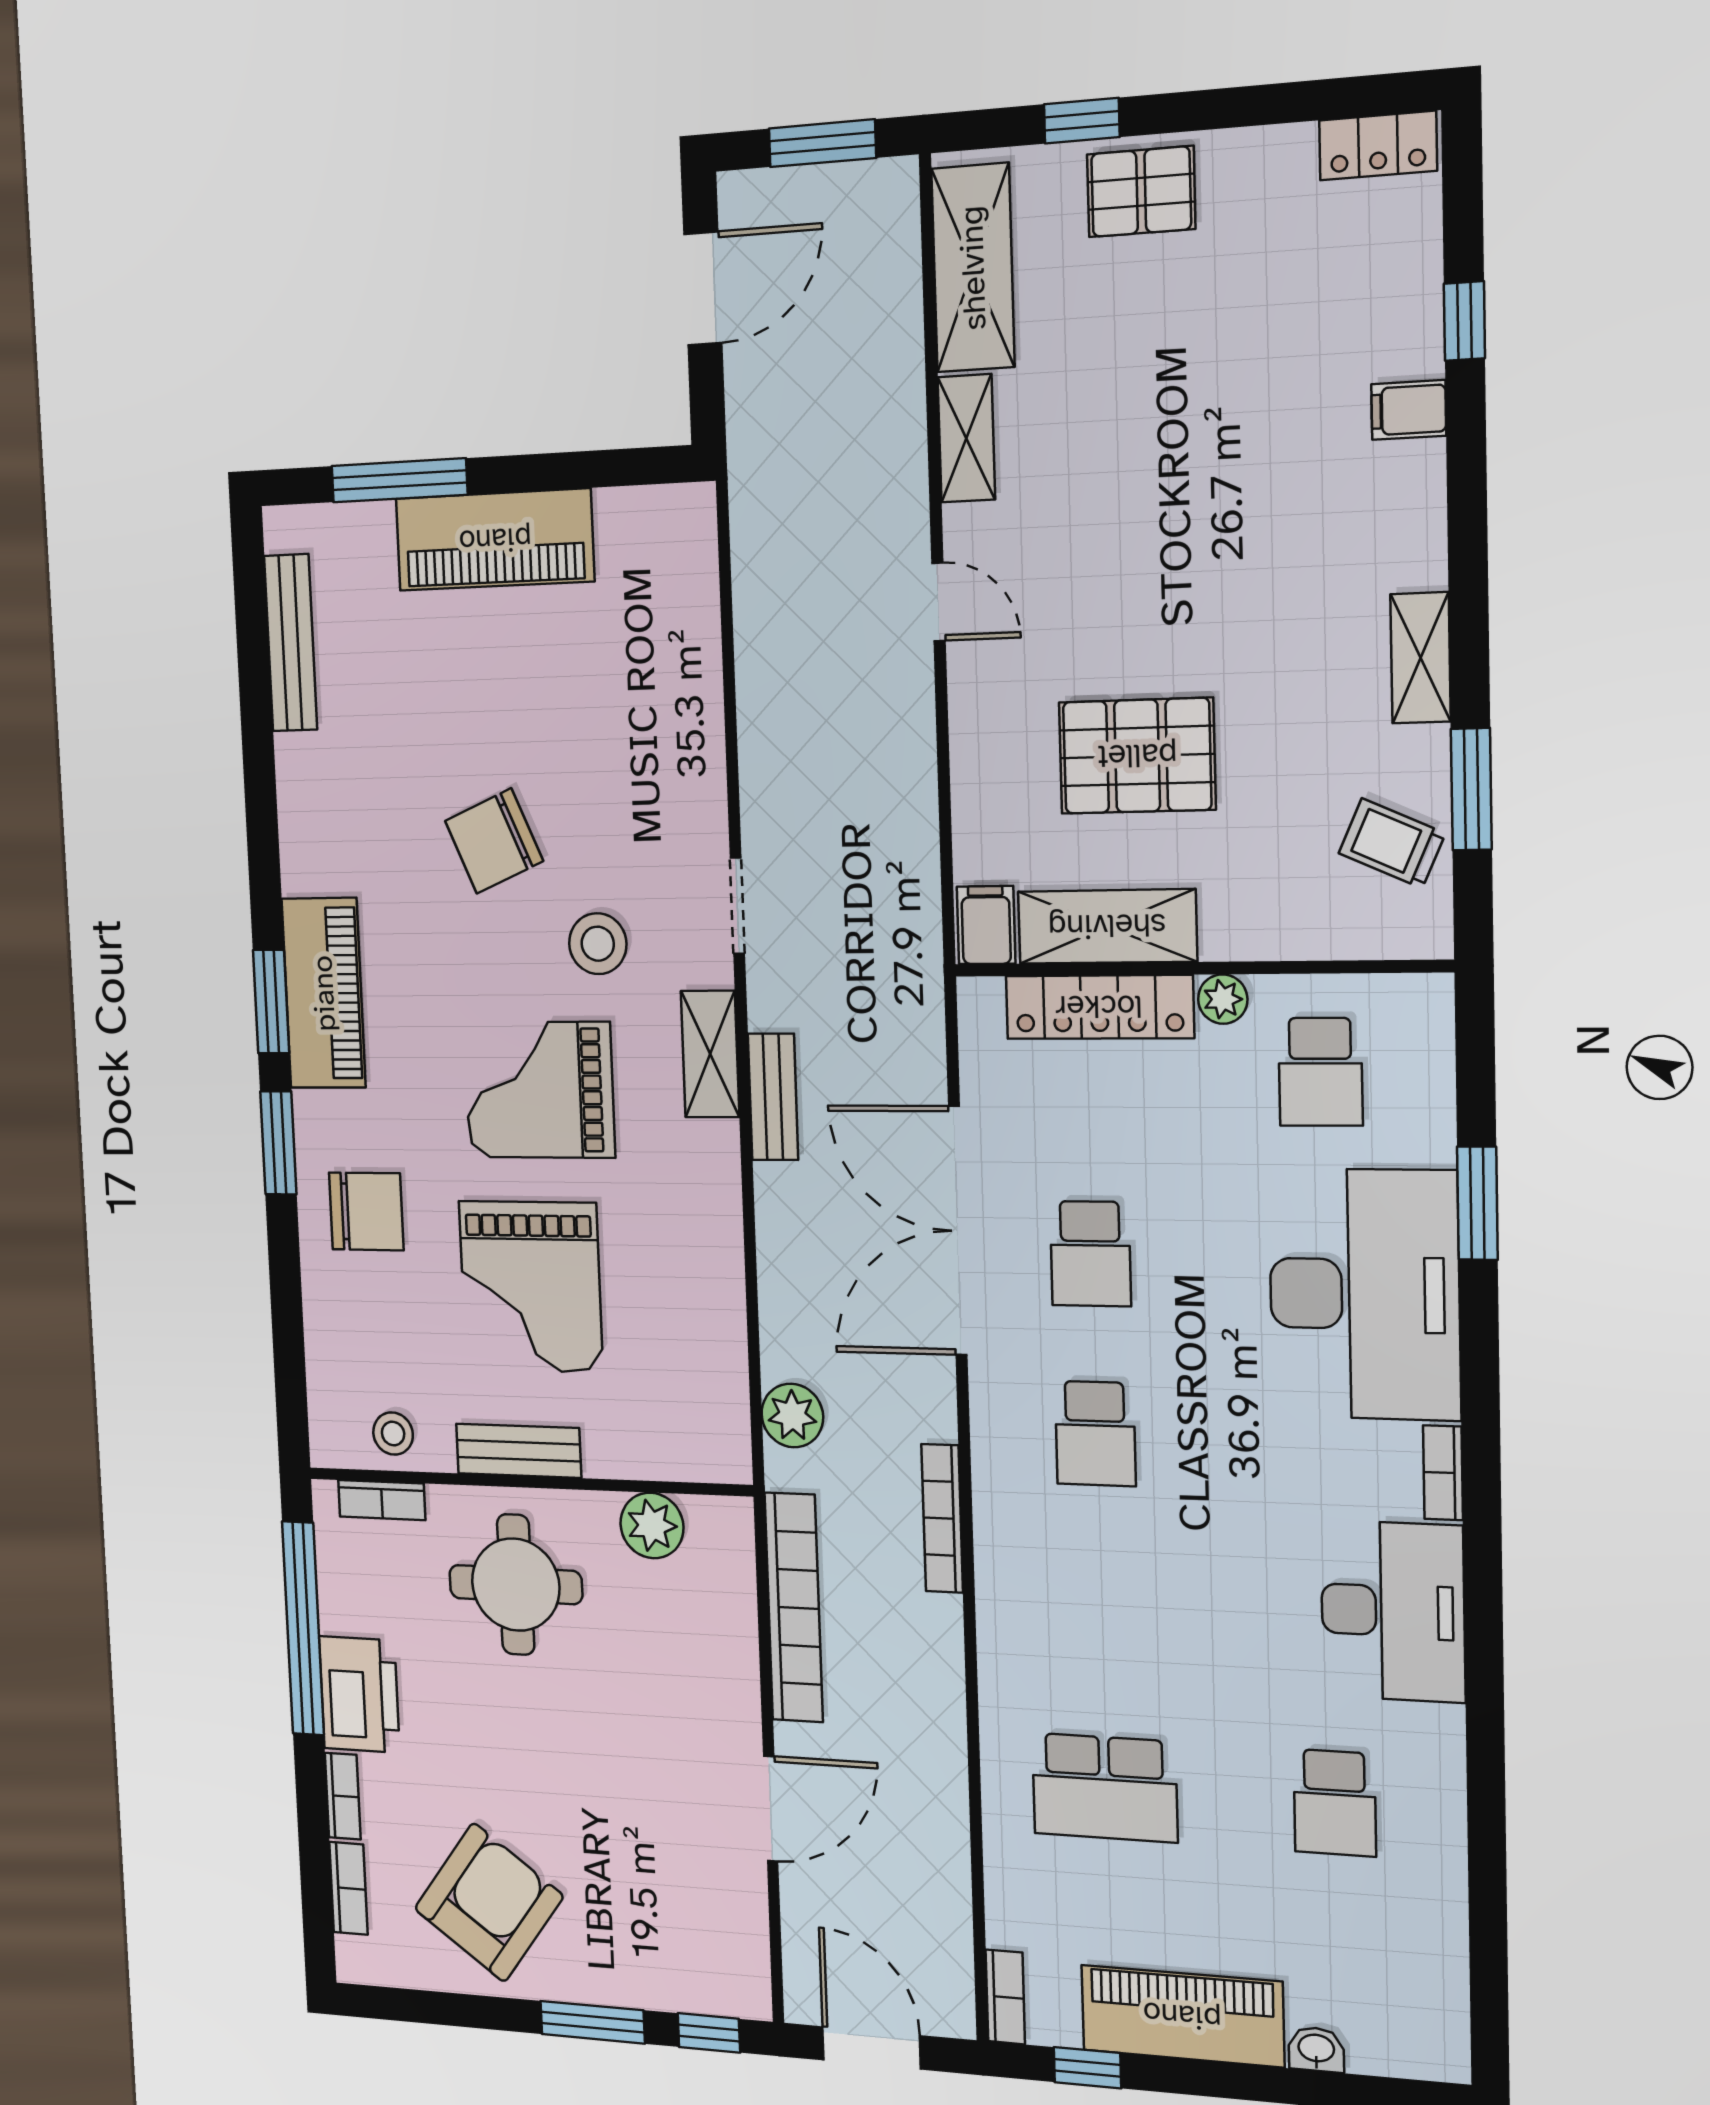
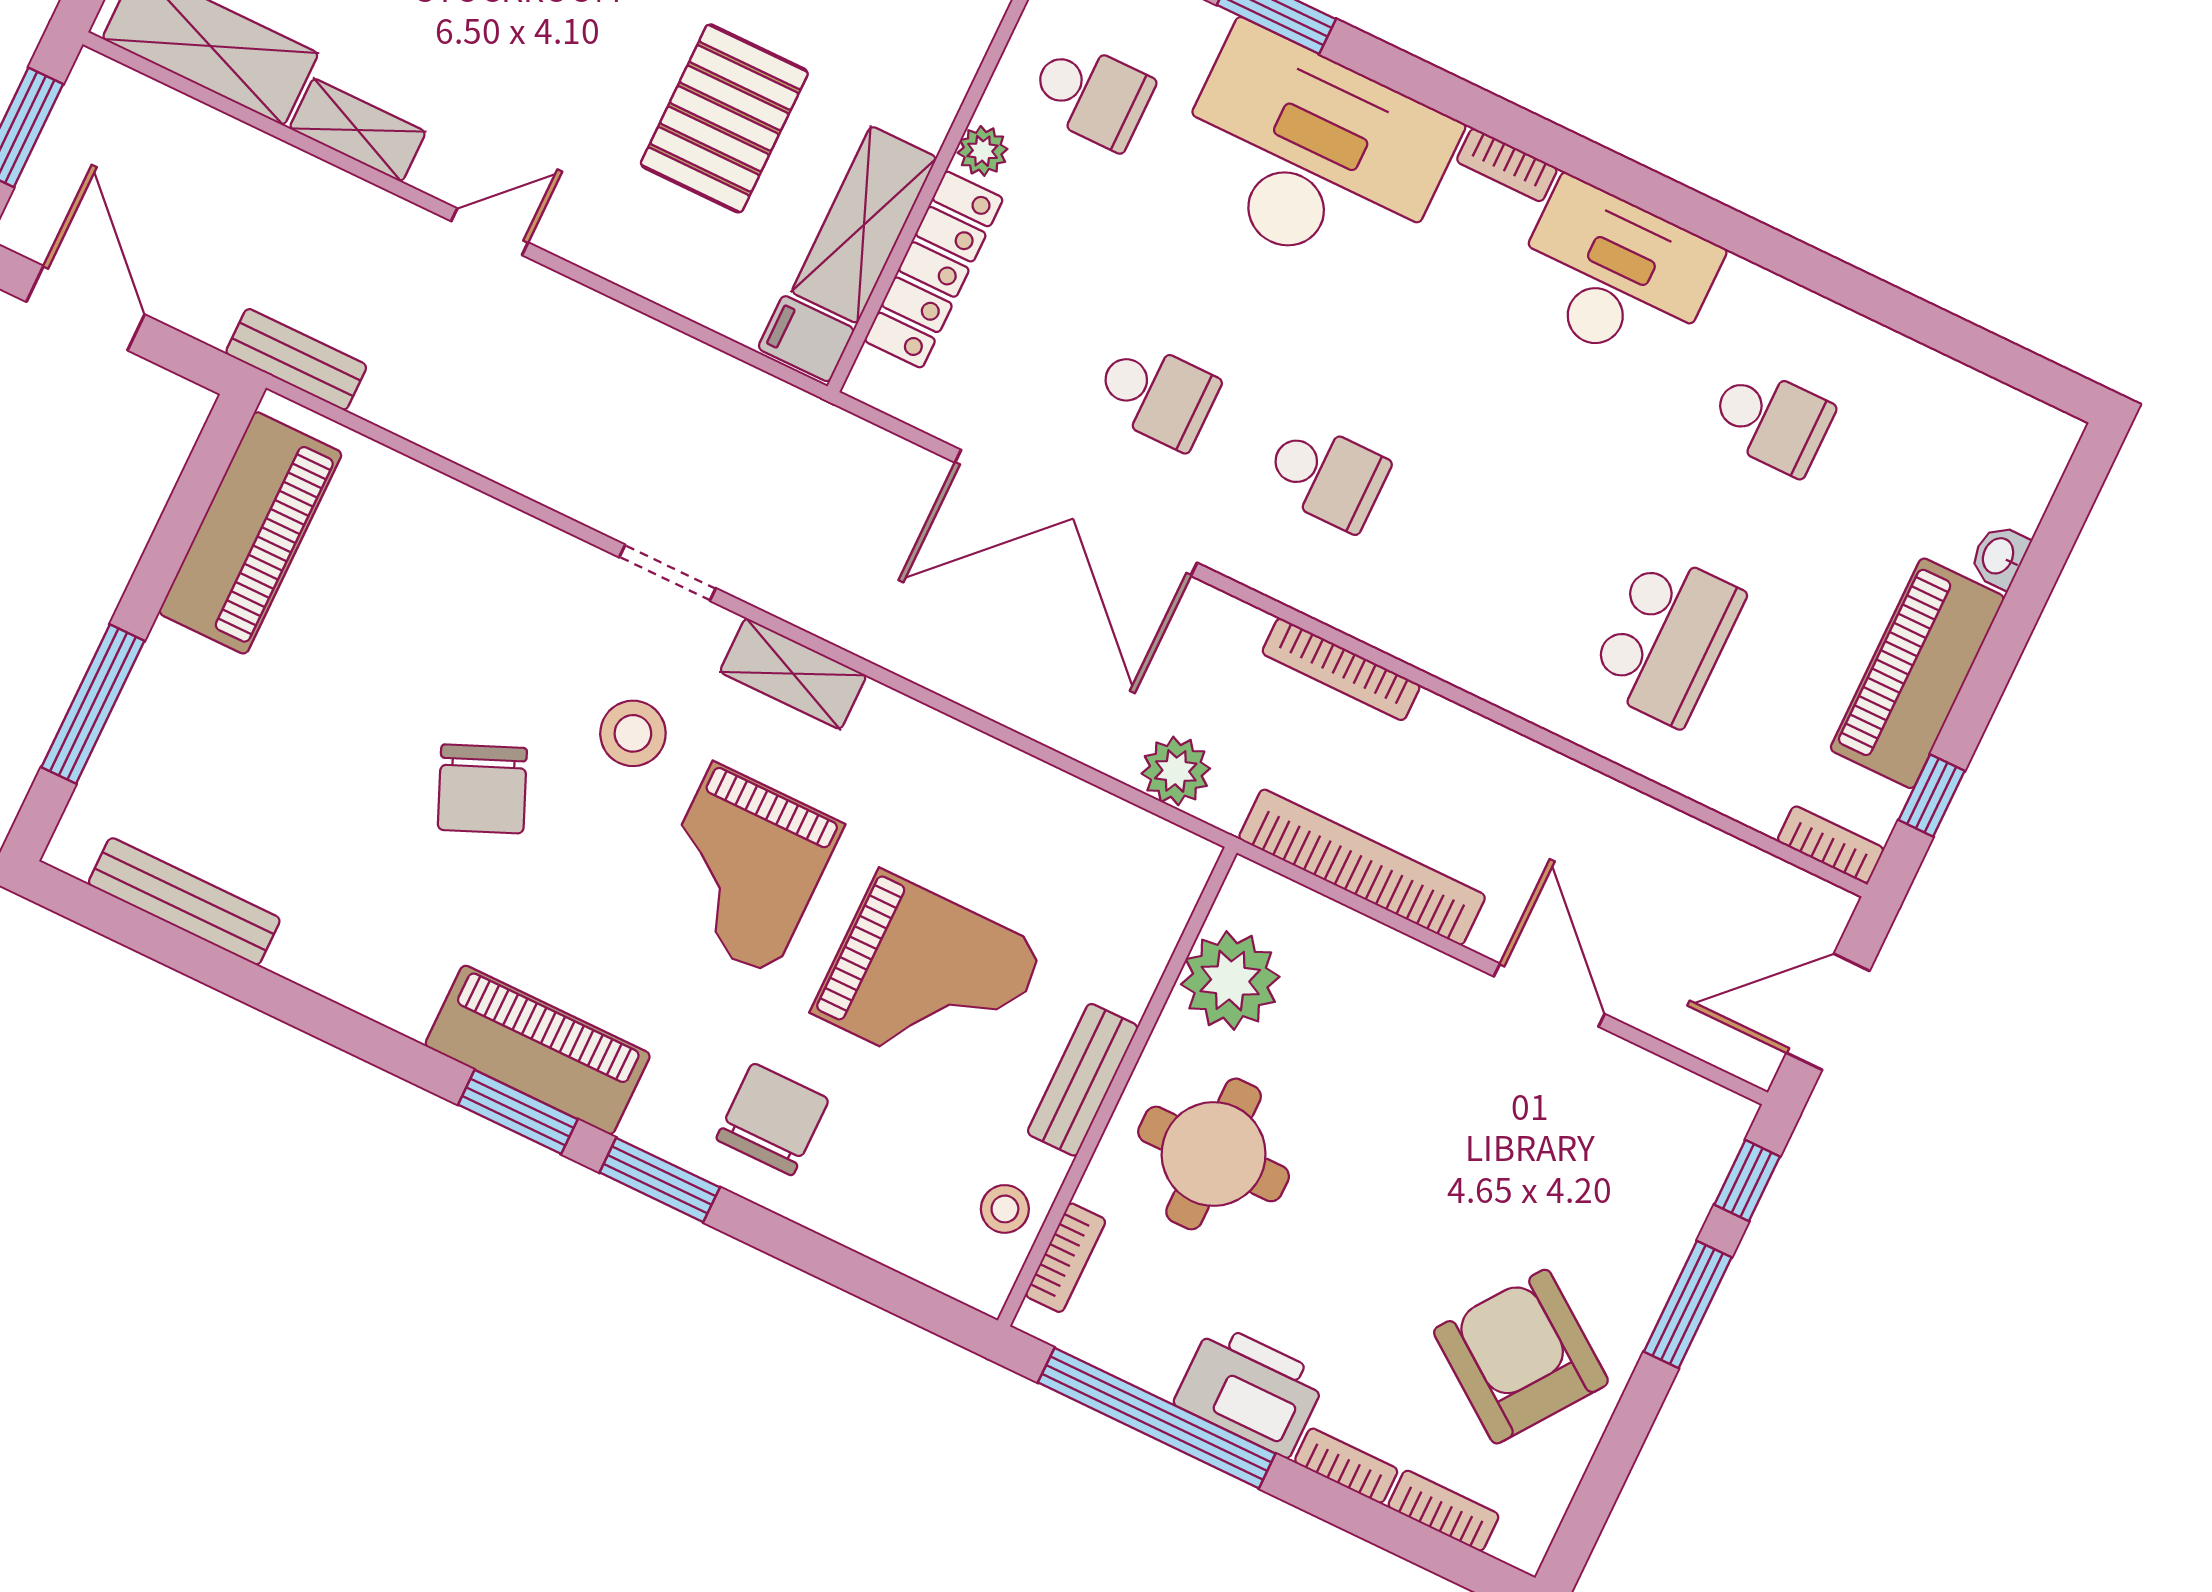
piano: (495, 540) -> (250, 533), moved
bench: (773, 1097) -> (296, 359), moved
plant: (652, 1526) -> (1230, 980), width x1.36, depth x1.36

